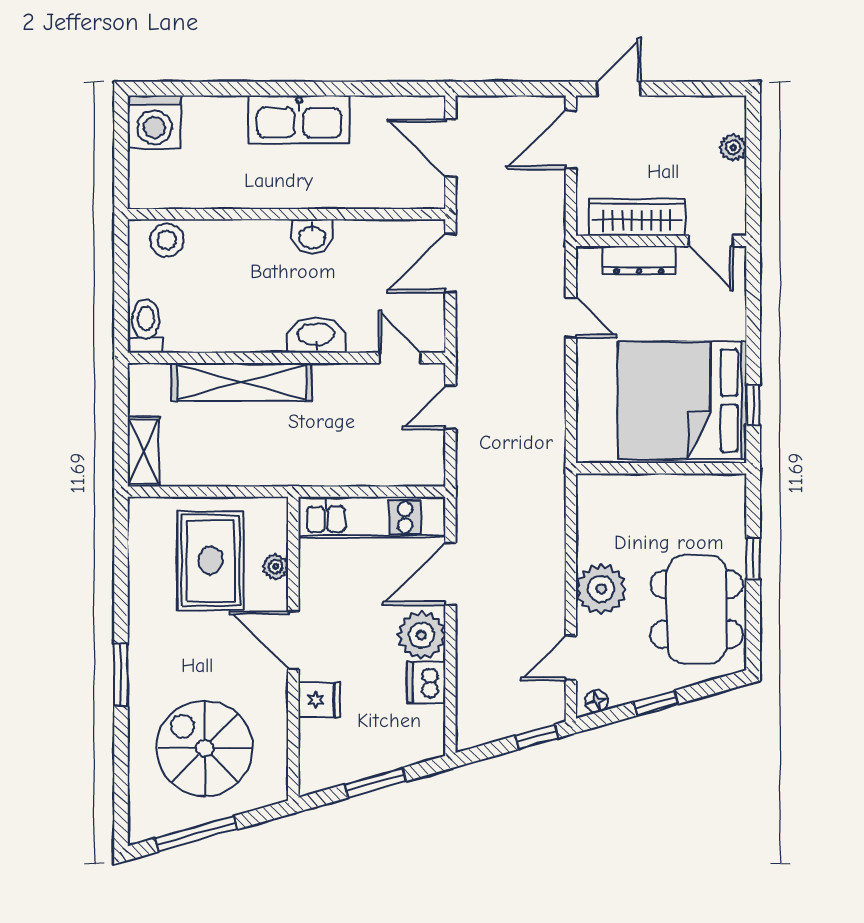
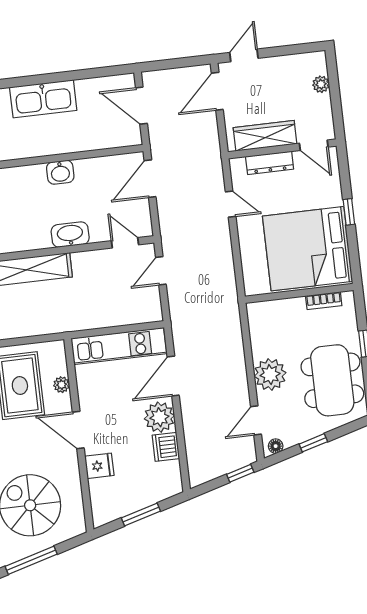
window: (753, 405) -> (349, 212), moved
bookcase: (698, 484) -> (324, 301), added

